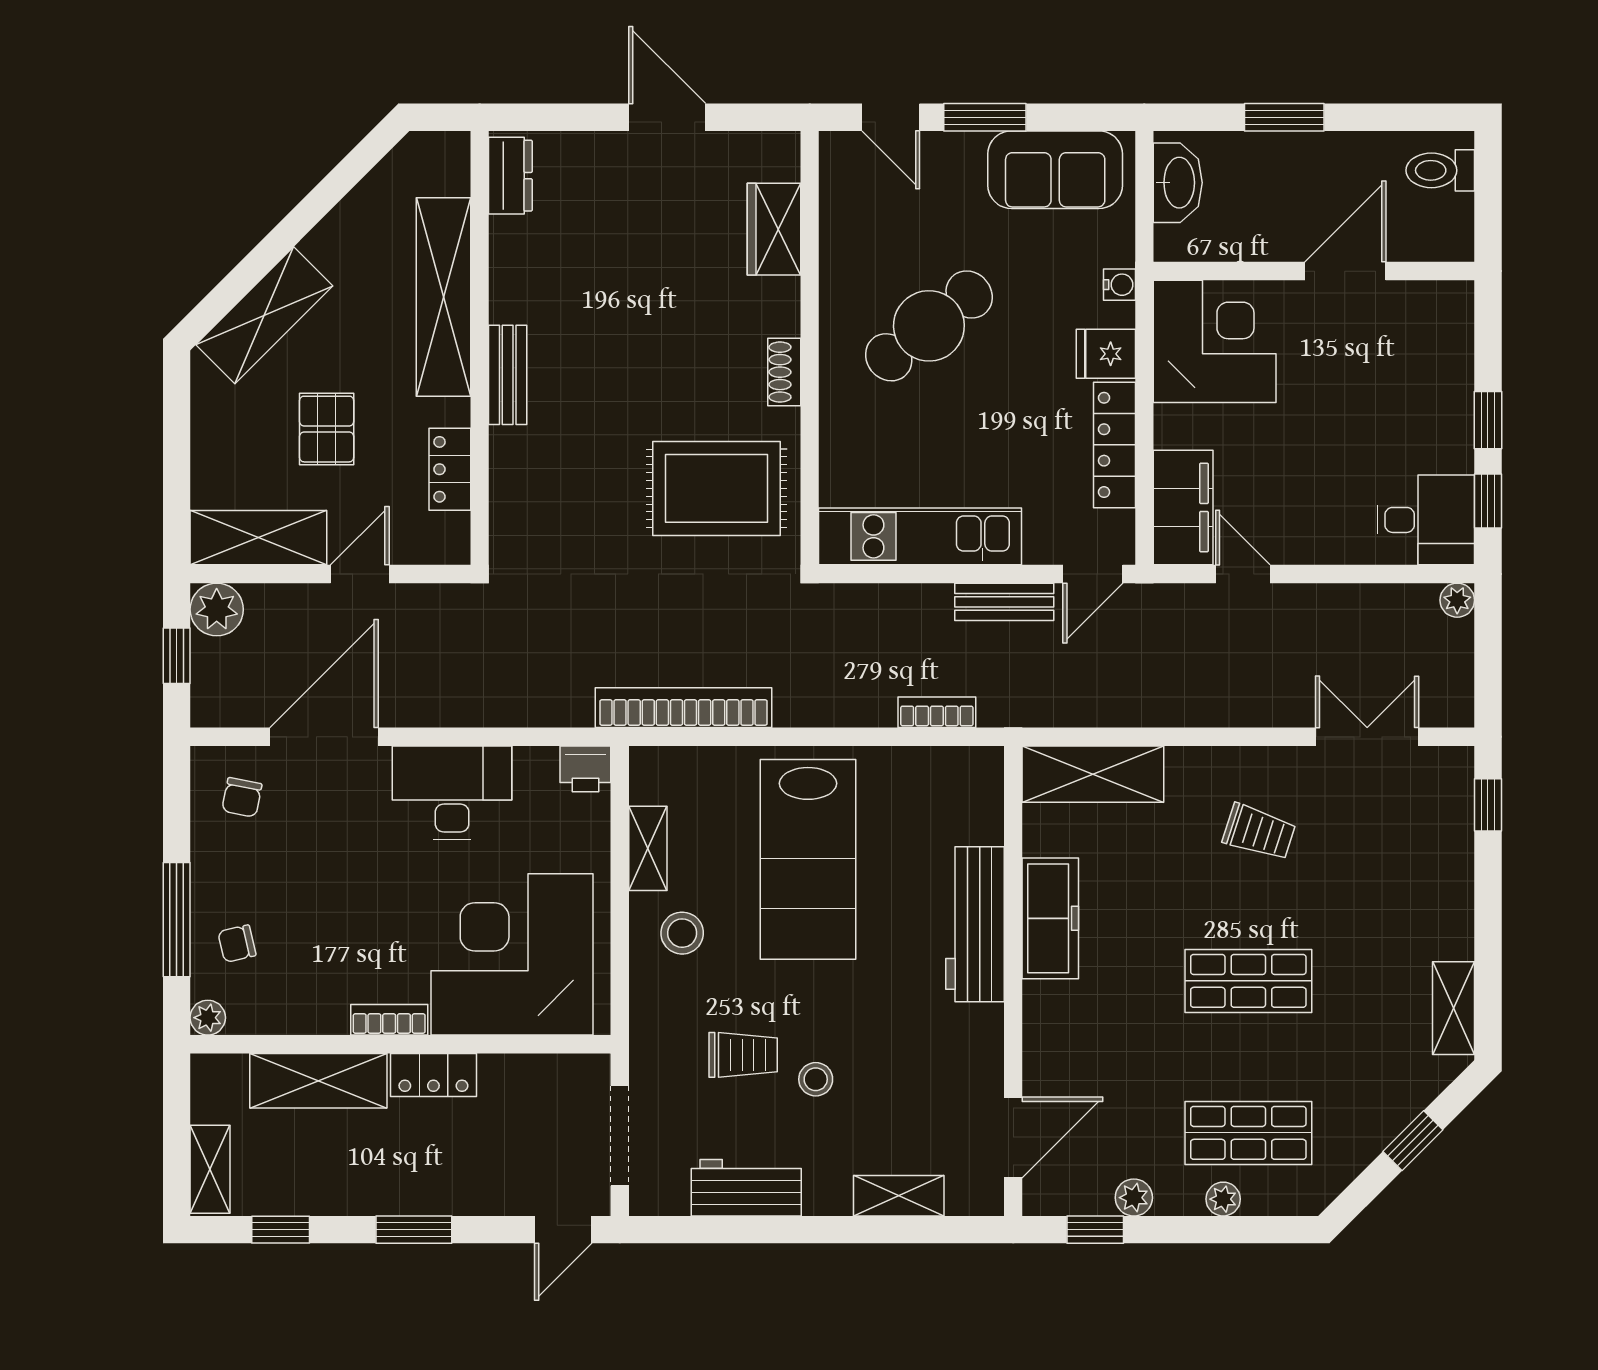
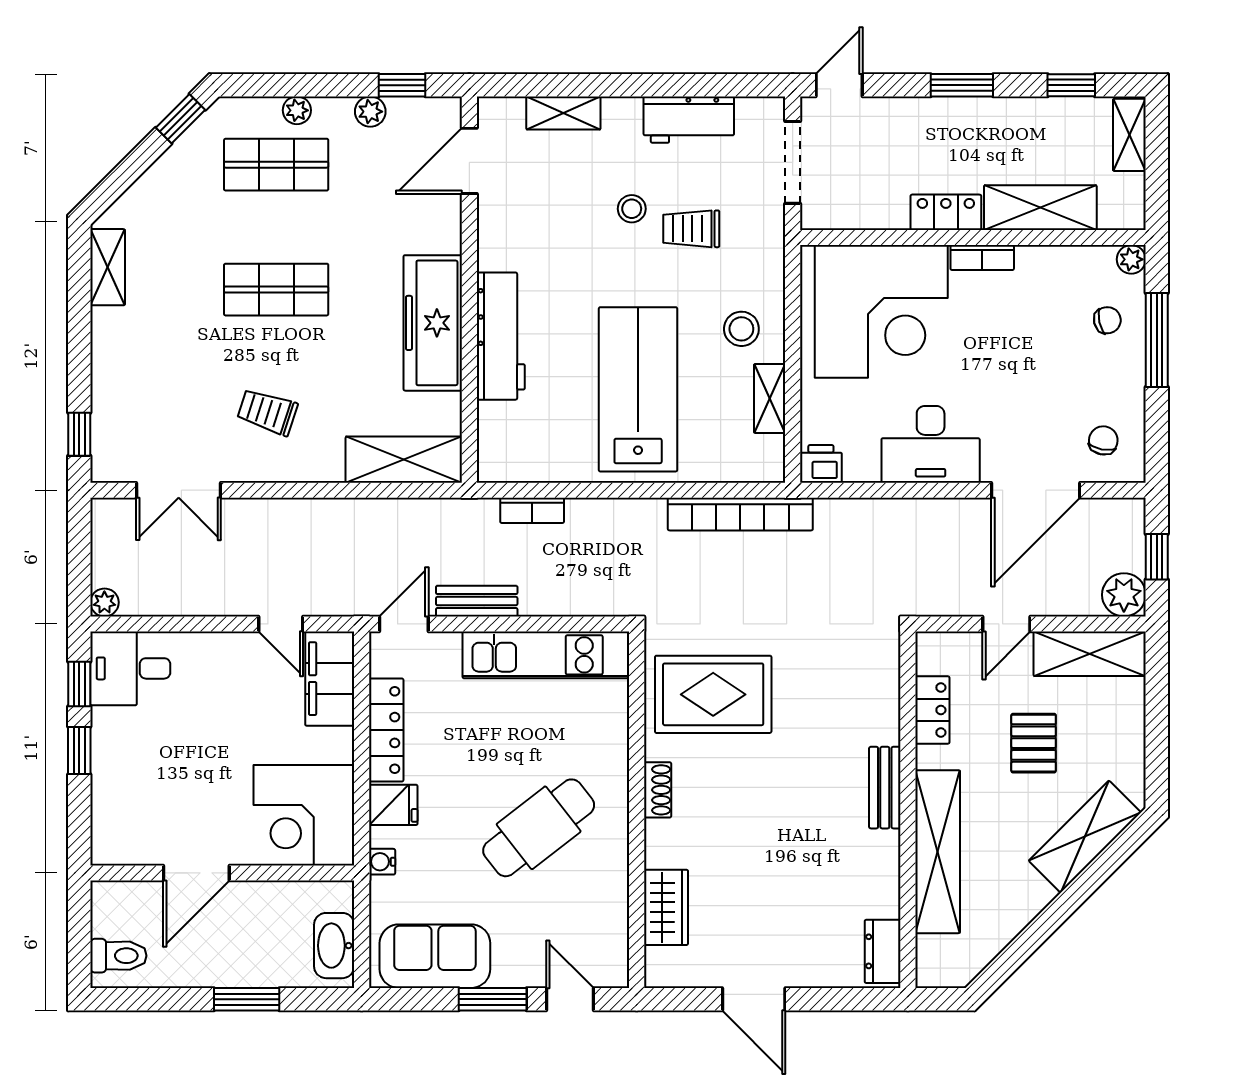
freezer: (1050, 918) -> (433, 323), width x1.36, depth x1.26
window: (1413, 1141) -> (180, 119), moved

